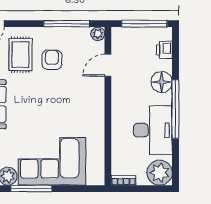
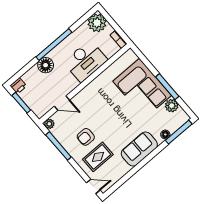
window: (144, 24) -> (21, 103), width x0.69
printer: (164, 50) -> (18, 86), moved
desk: (153, 130) -> (85, 61), moved, turned 180

